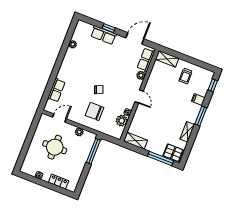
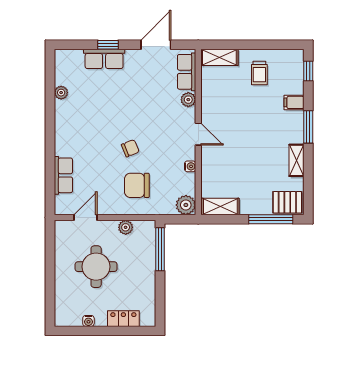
plant: (122, 121) -> (186, 205), moved

